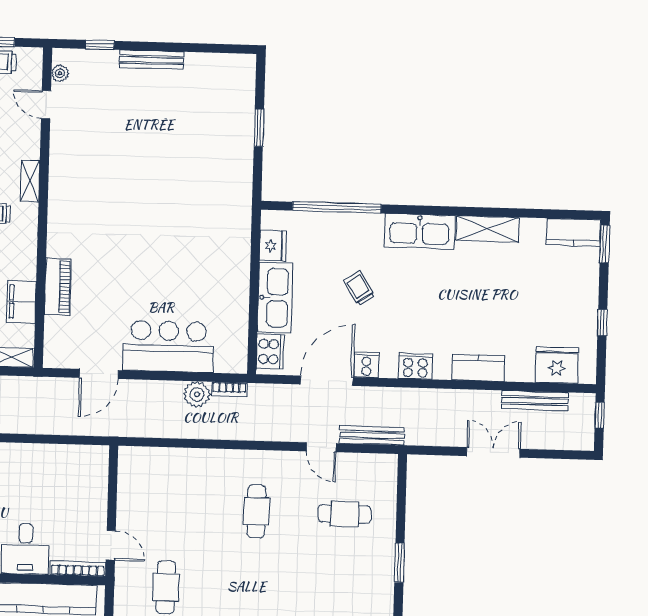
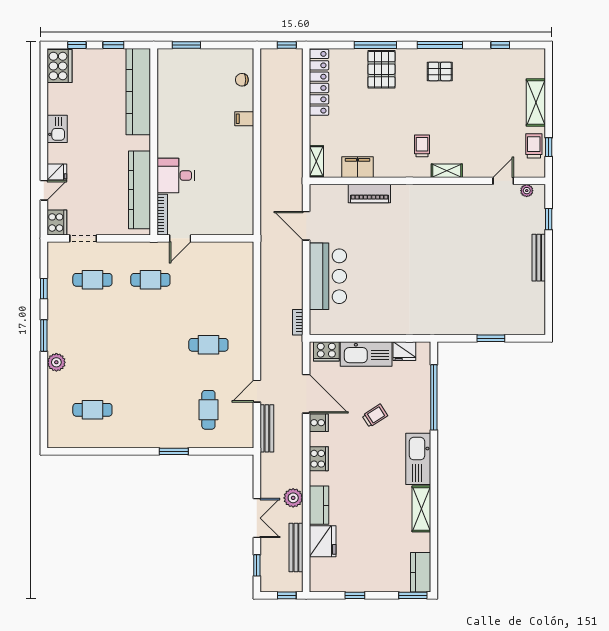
fridge: (557, 365) -> (323, 541), moved
plant: (197, 394) -> (293, 498), moved
window: (558, 454) -> (257, 565), added

